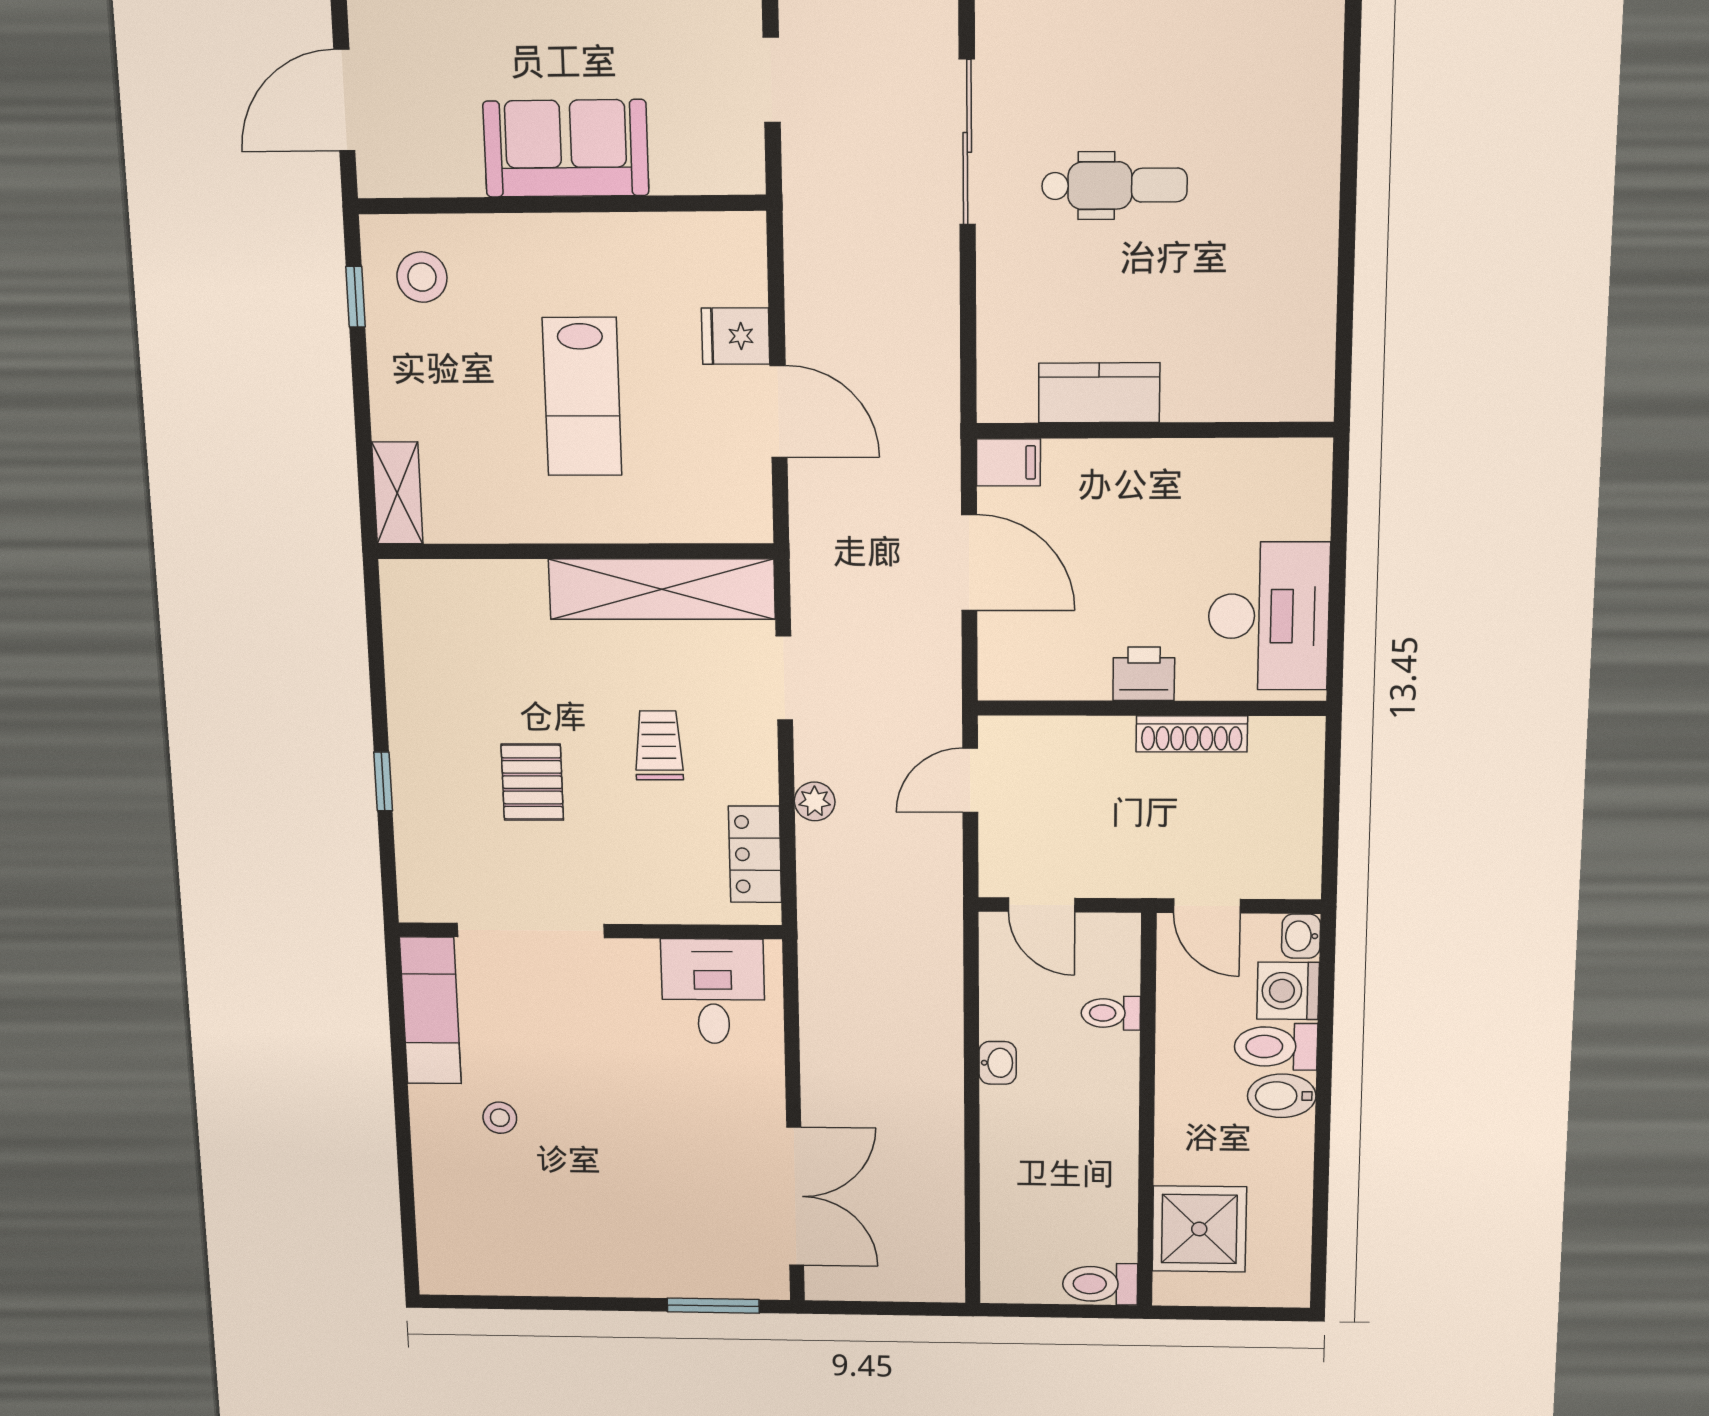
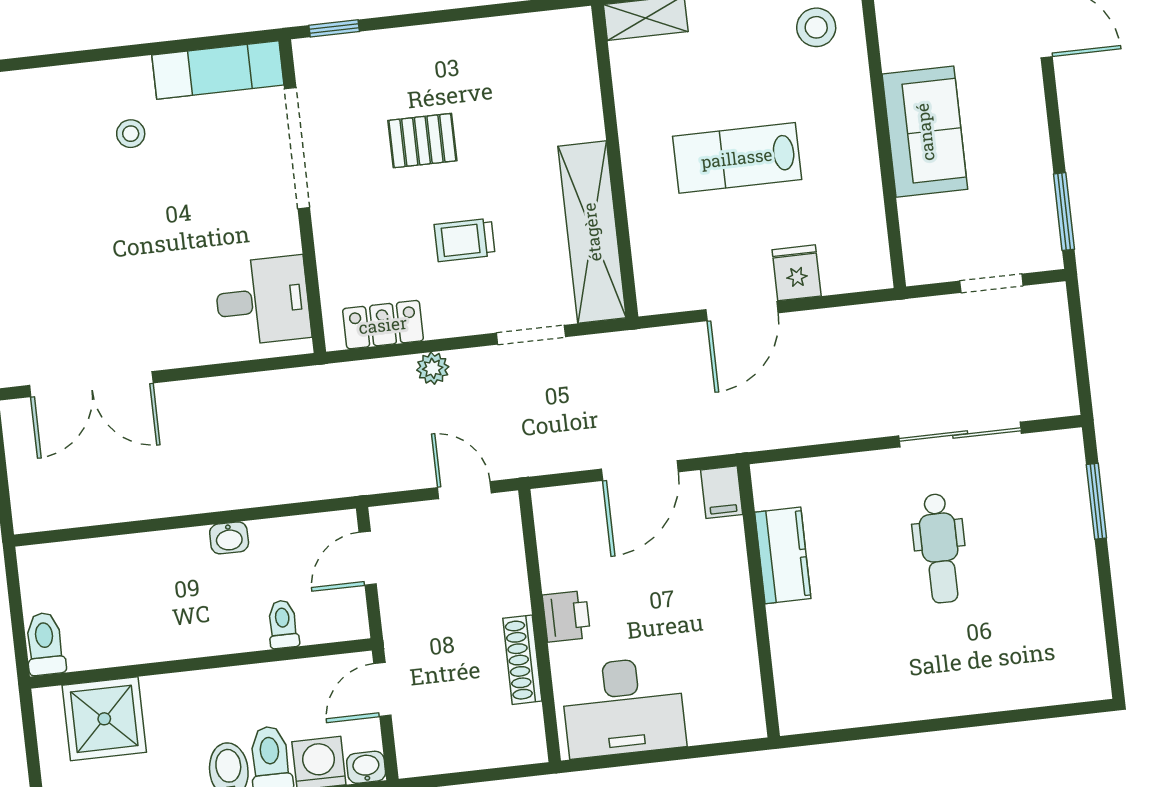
trolley: (659, 745) -> (465, 240), turned 180
window: (383, 781) -> (334, 28), moved

